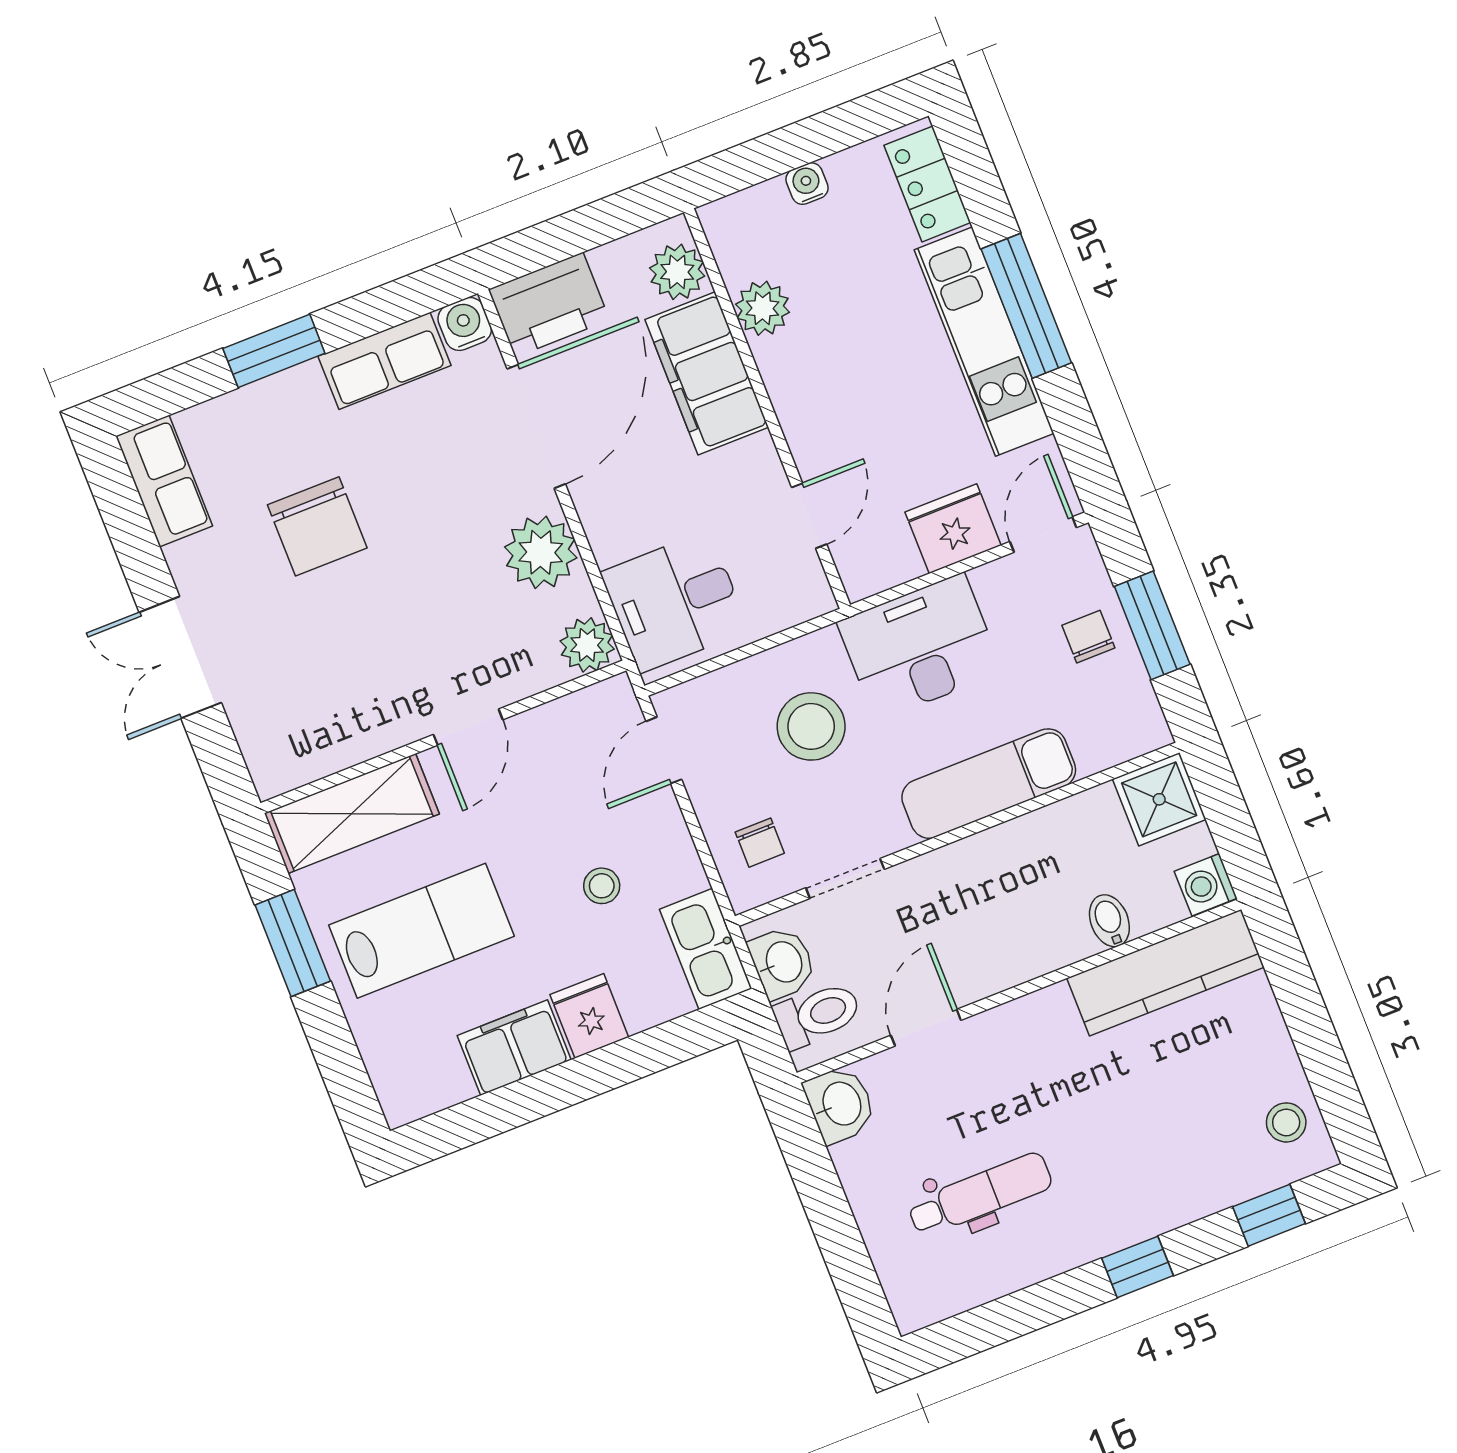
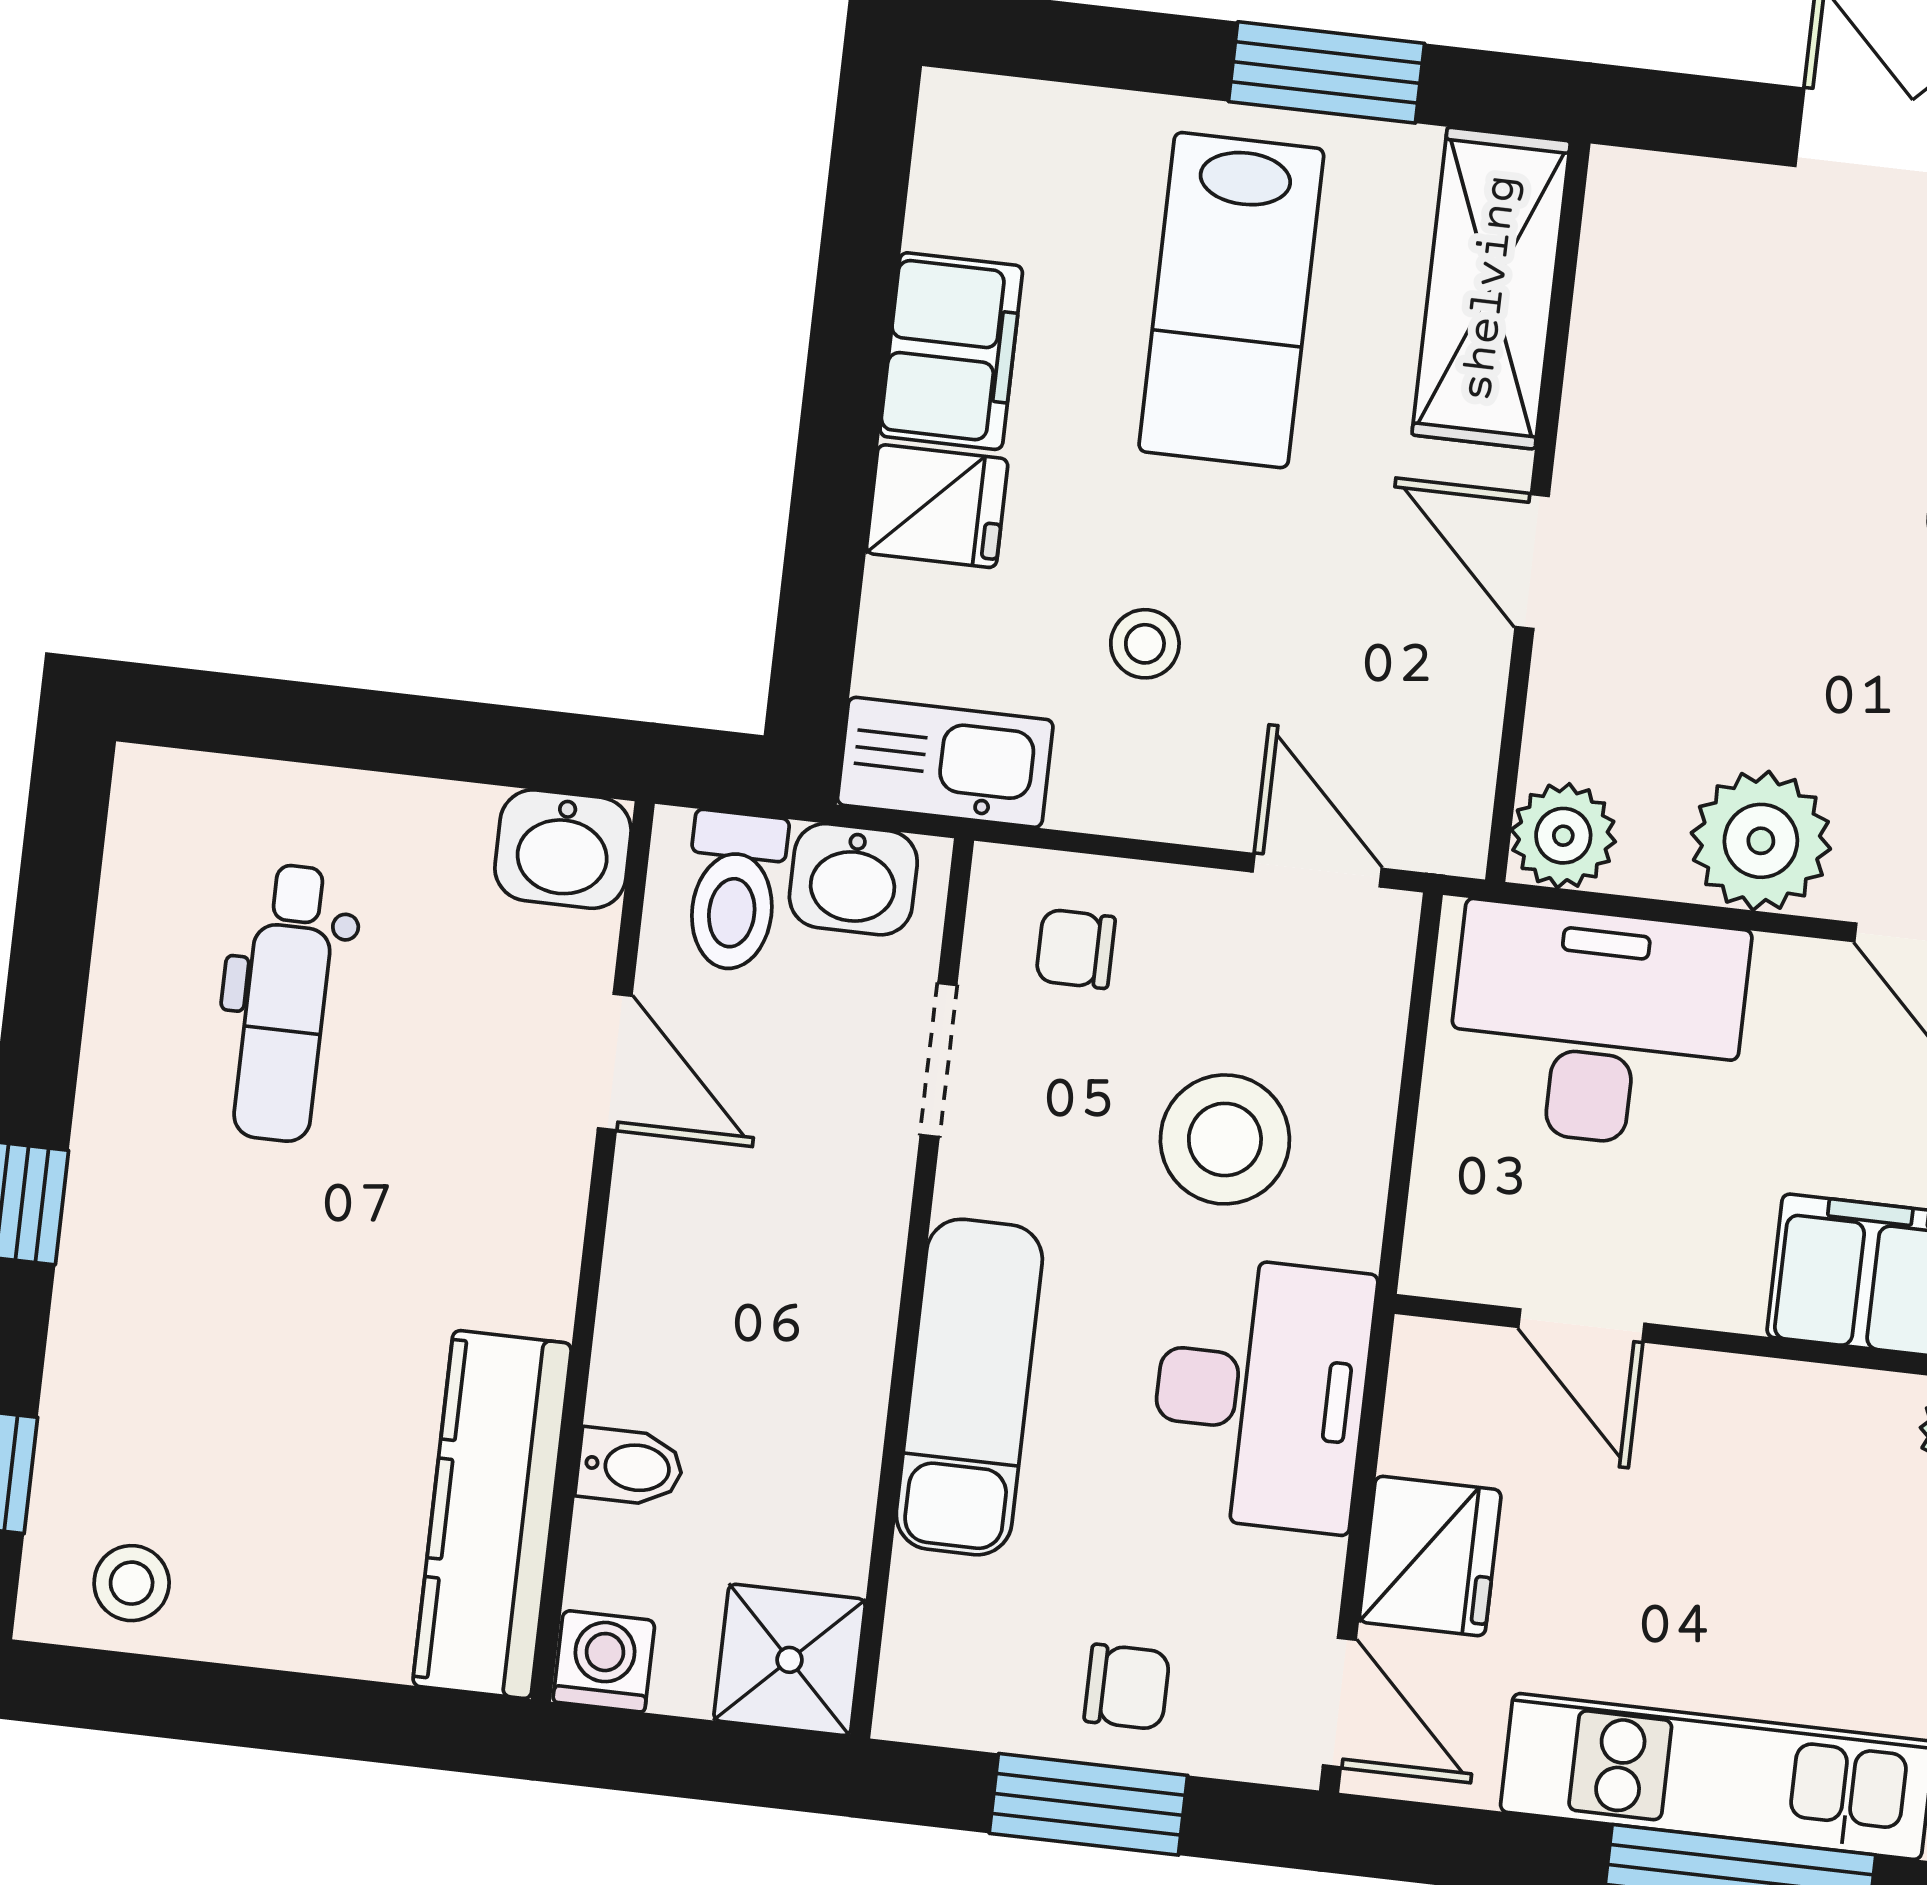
desk: (675, 602) -> (1597, 1027), width x1.37

